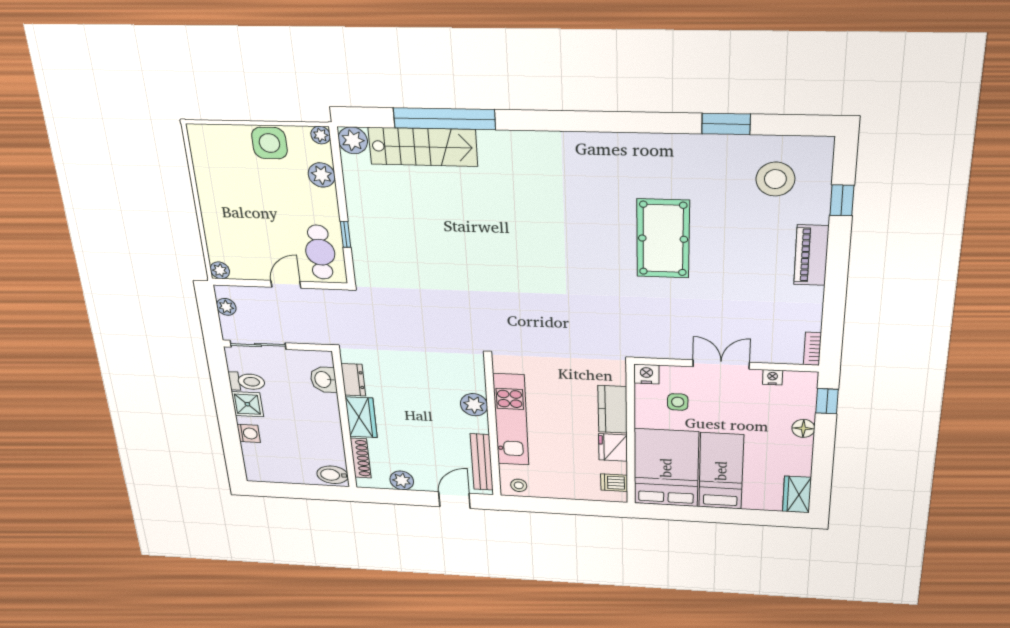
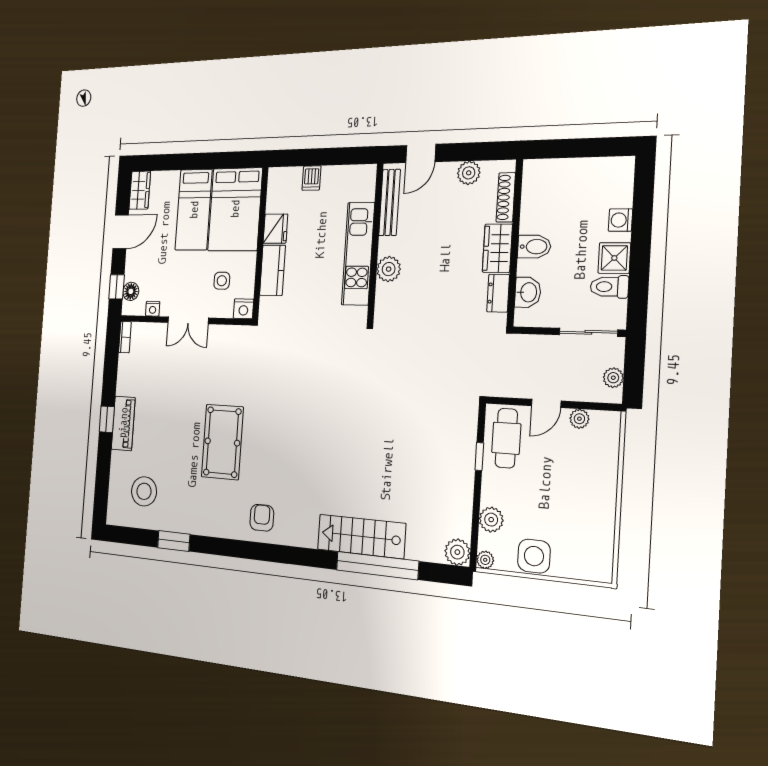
stairs: (423, 147) -> (361, 536), moved
armchair: (600, 159) -> (262, 518), added
window: (842, 200) -> (107, 419), moved
plant: (220, 270) -> (579, 419), moved
floor lamp: (803, 428) -> (131, 291), moved
door: (823, 456) -> (121, 232), added
bidet: (333, 475) -> (534, 247), moved
dishwasher: (614, 483) -> (311, 178), moved, turned 90
stool: (519, 485) -> (359, 178), removed

